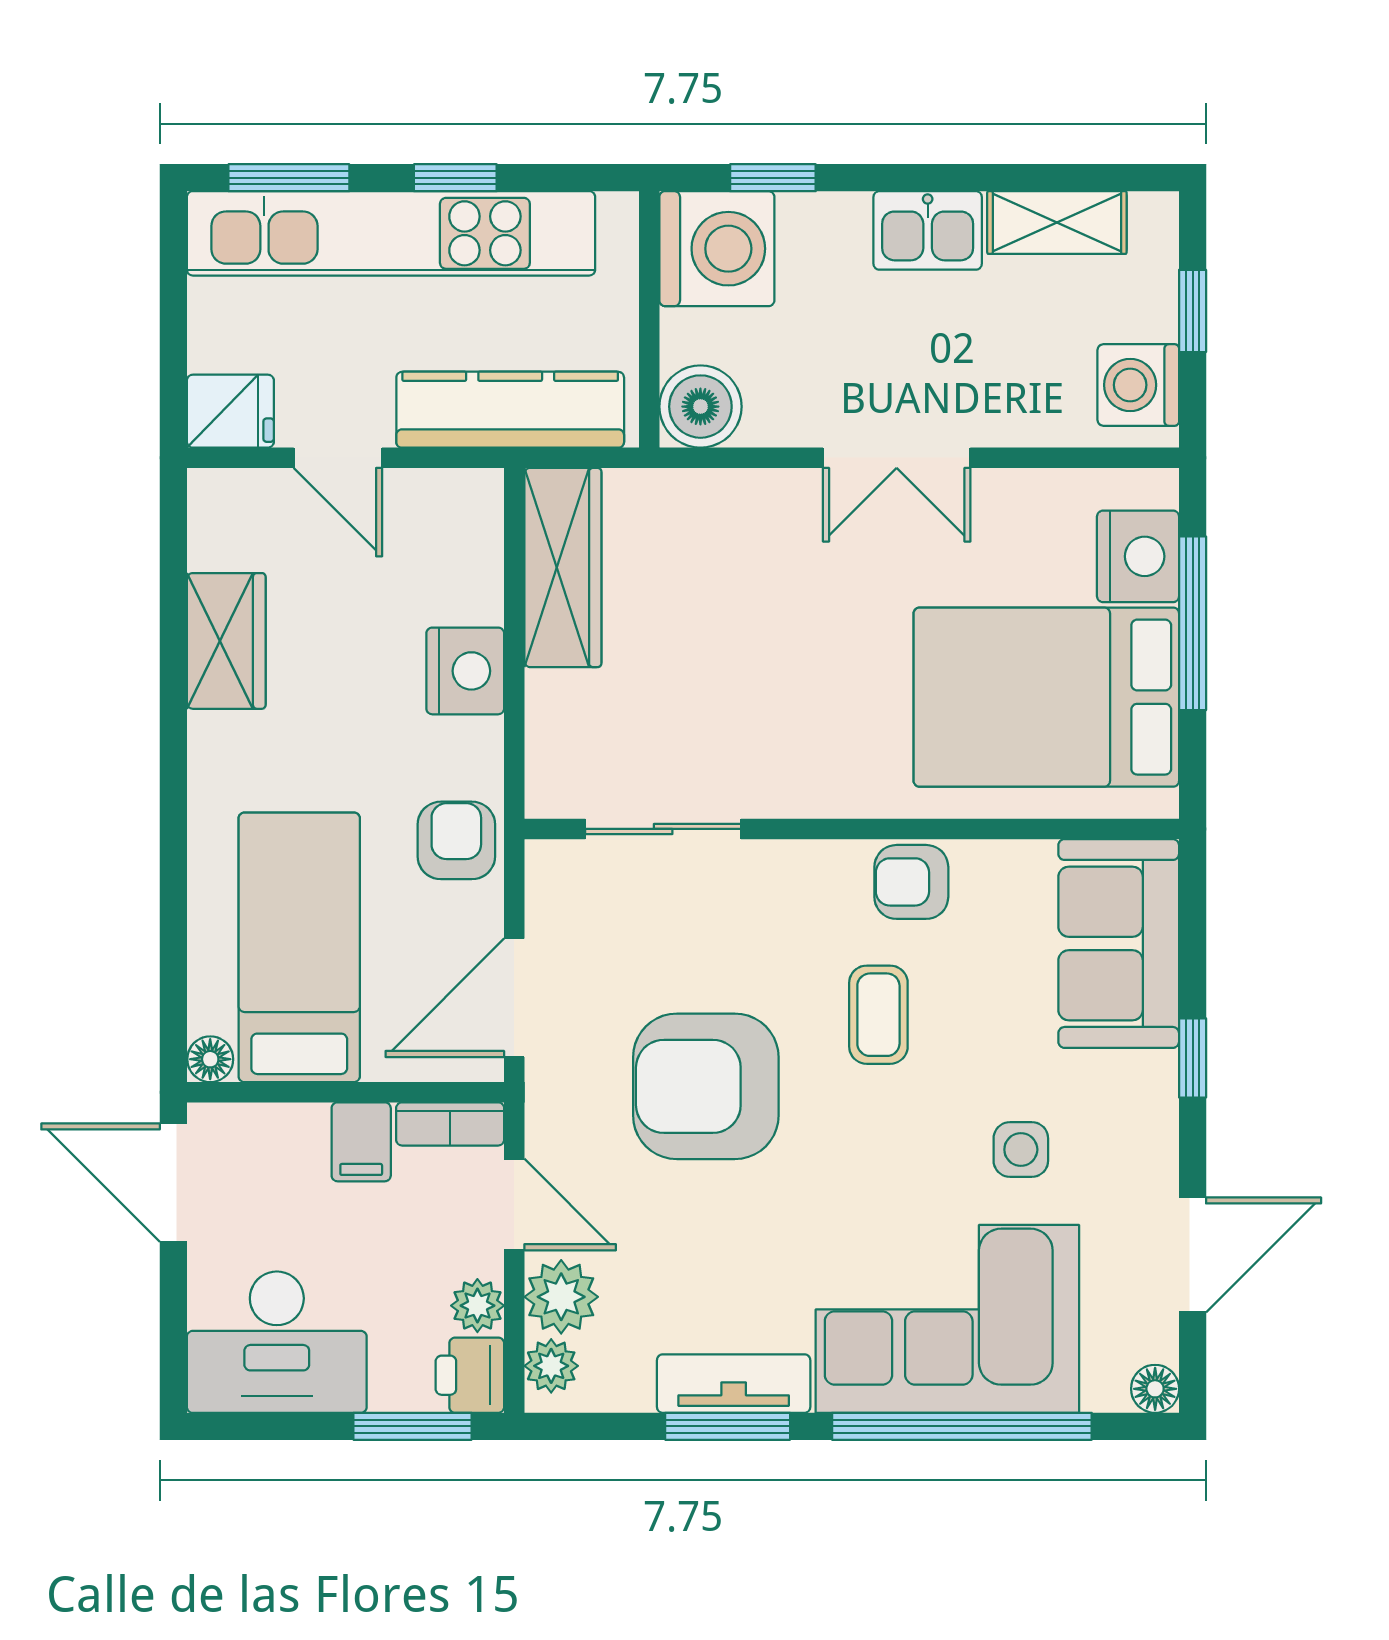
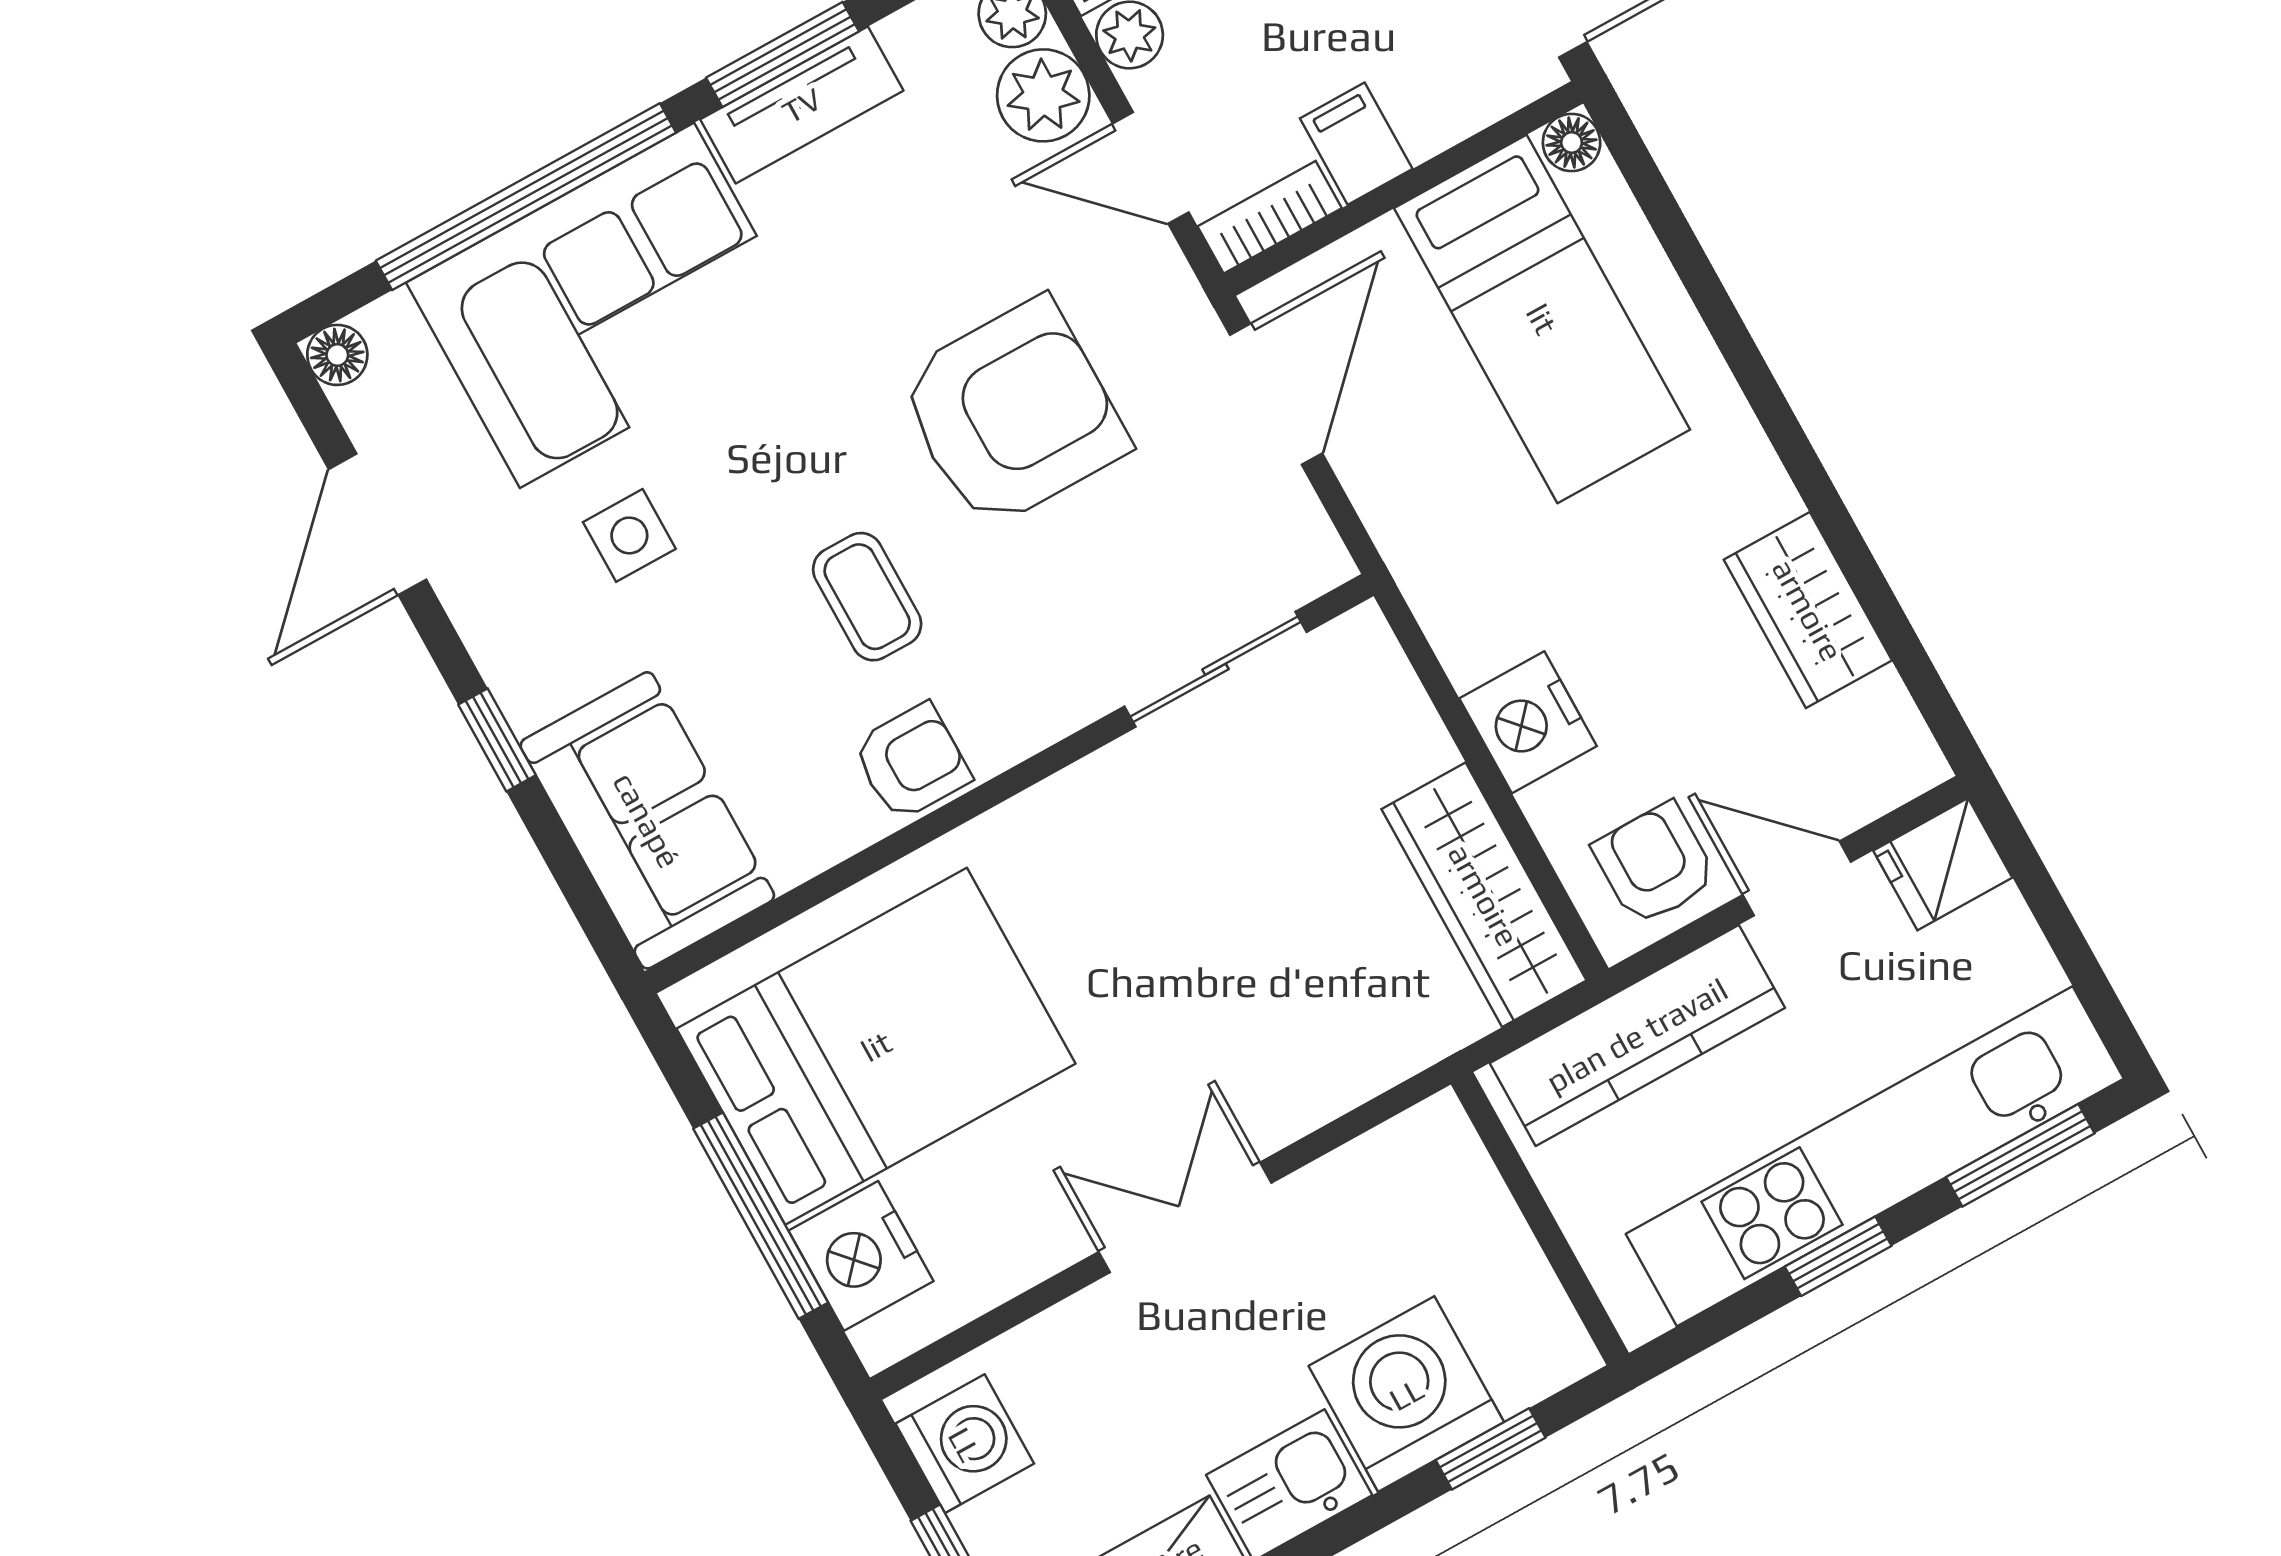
washing machine: (717, 249) -> (1406, 1394), moved, turned 90
boiler: (700, 407) -> (1431, 1154), removed
armchair: (456, 840) -> (1655, 864), moved, turned 180

